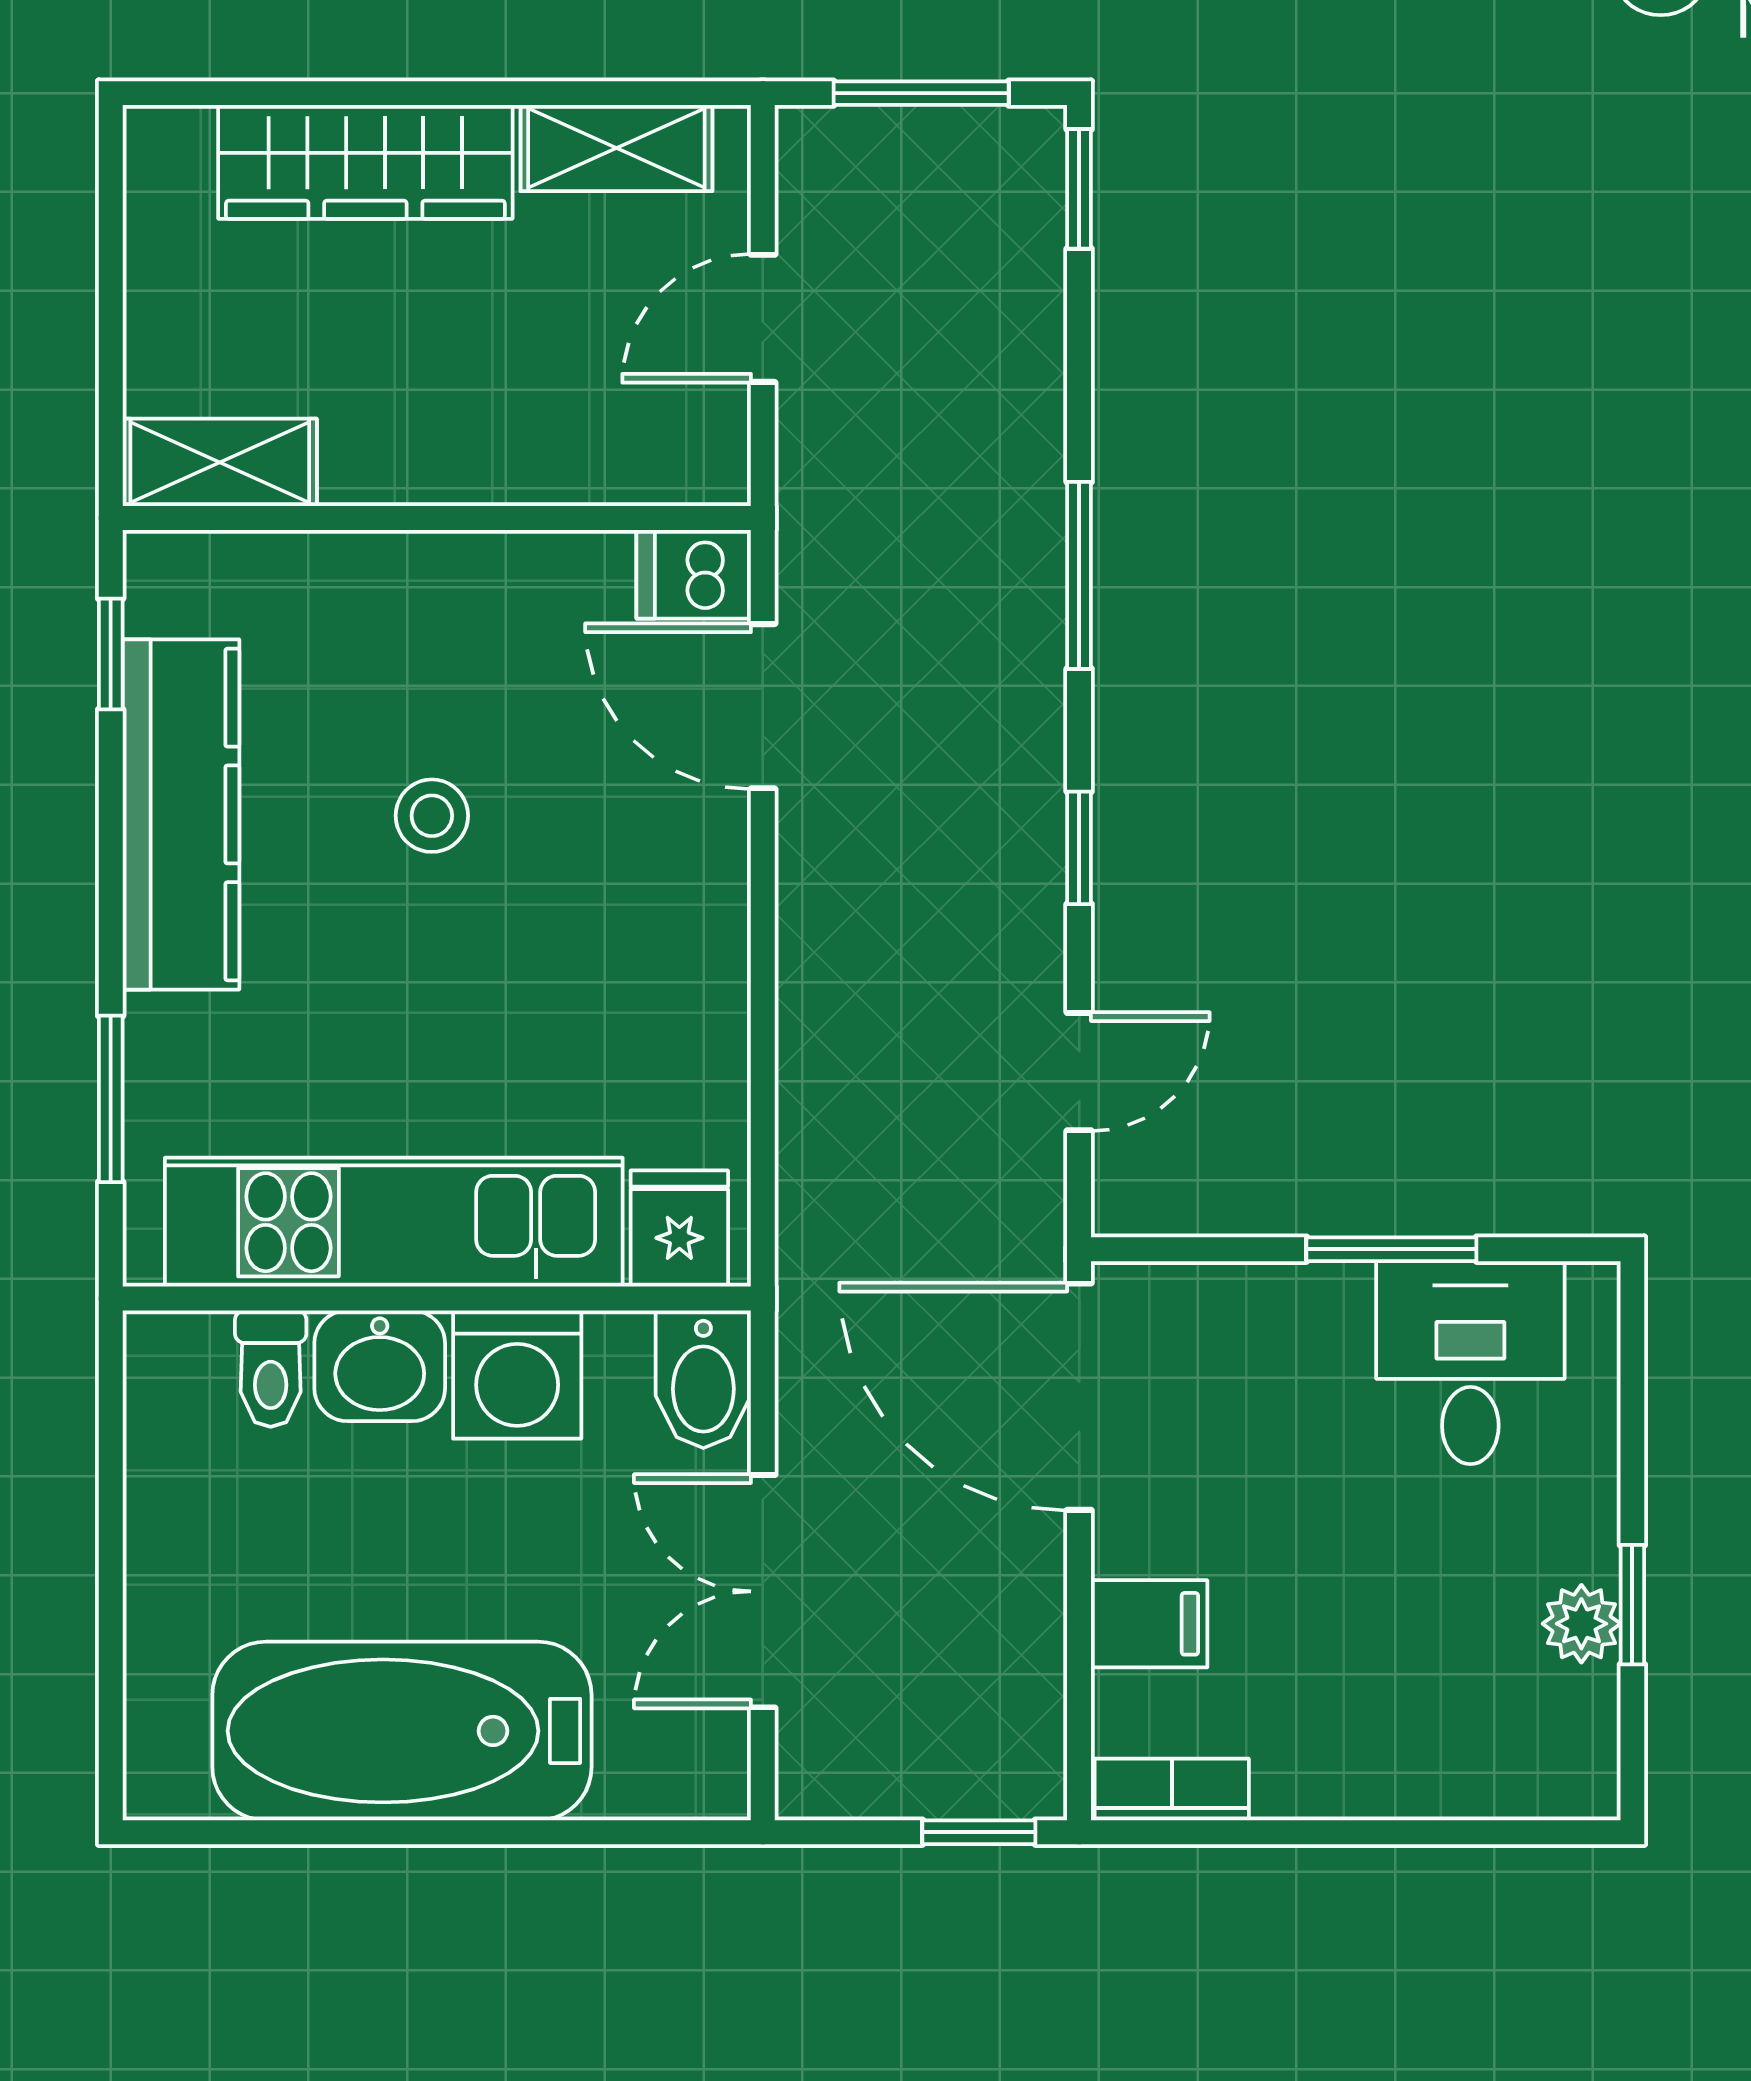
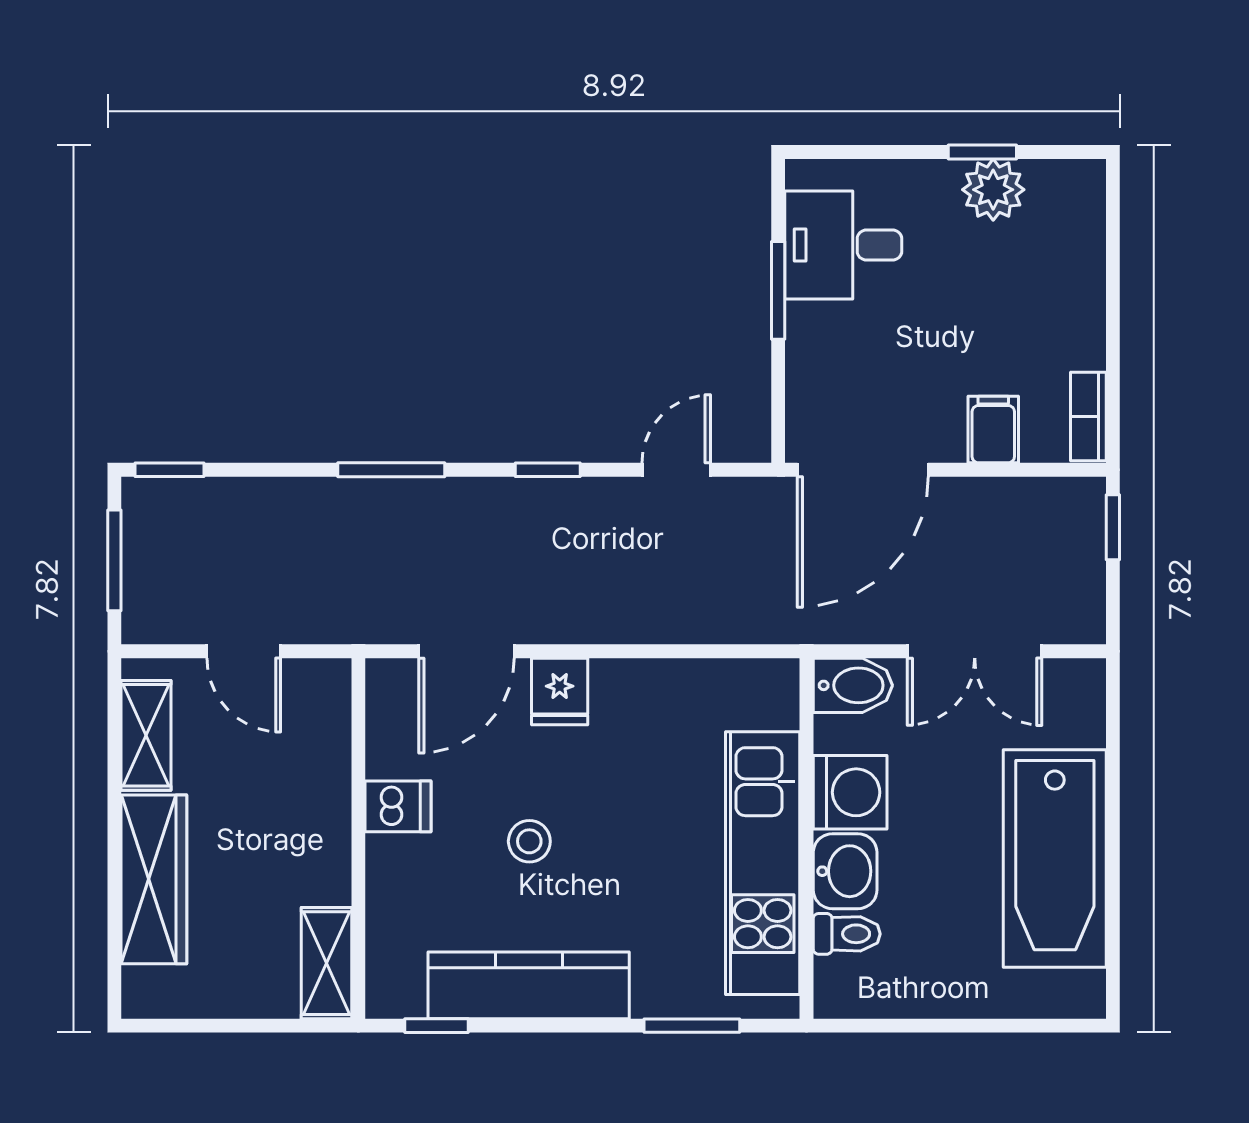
dishwasher: (694, 574) -> (398, 806), moved, turned -90
door: (1079, 1072) -> (676, 470), hinge flipped
fridge: (679, 1229) -> (560, 691), moved, turned -90
plant: (1581, 1624) -> (993, 190), width x1.38, depth x1.38

